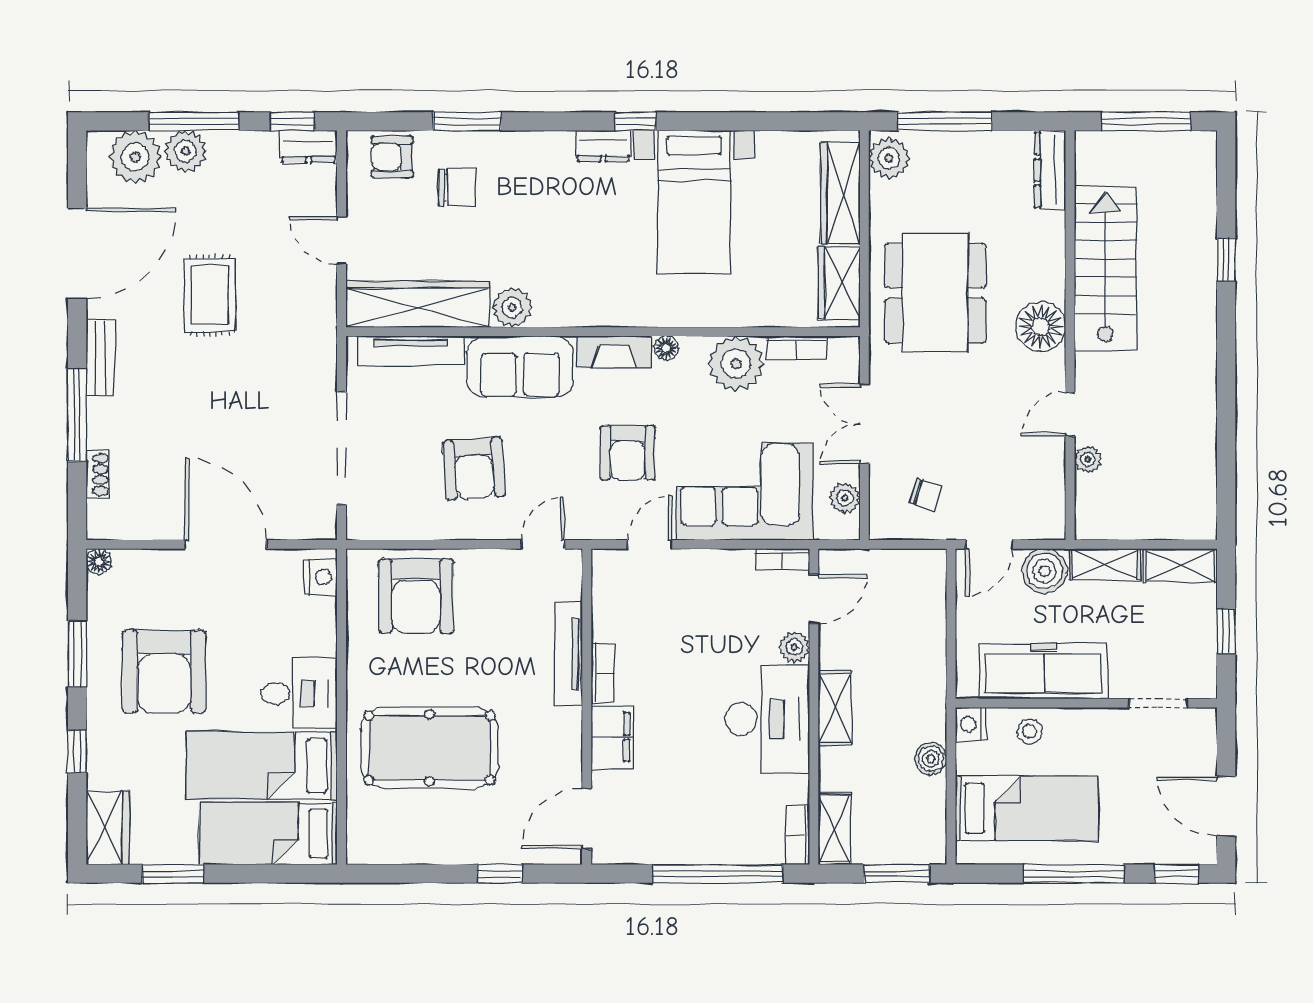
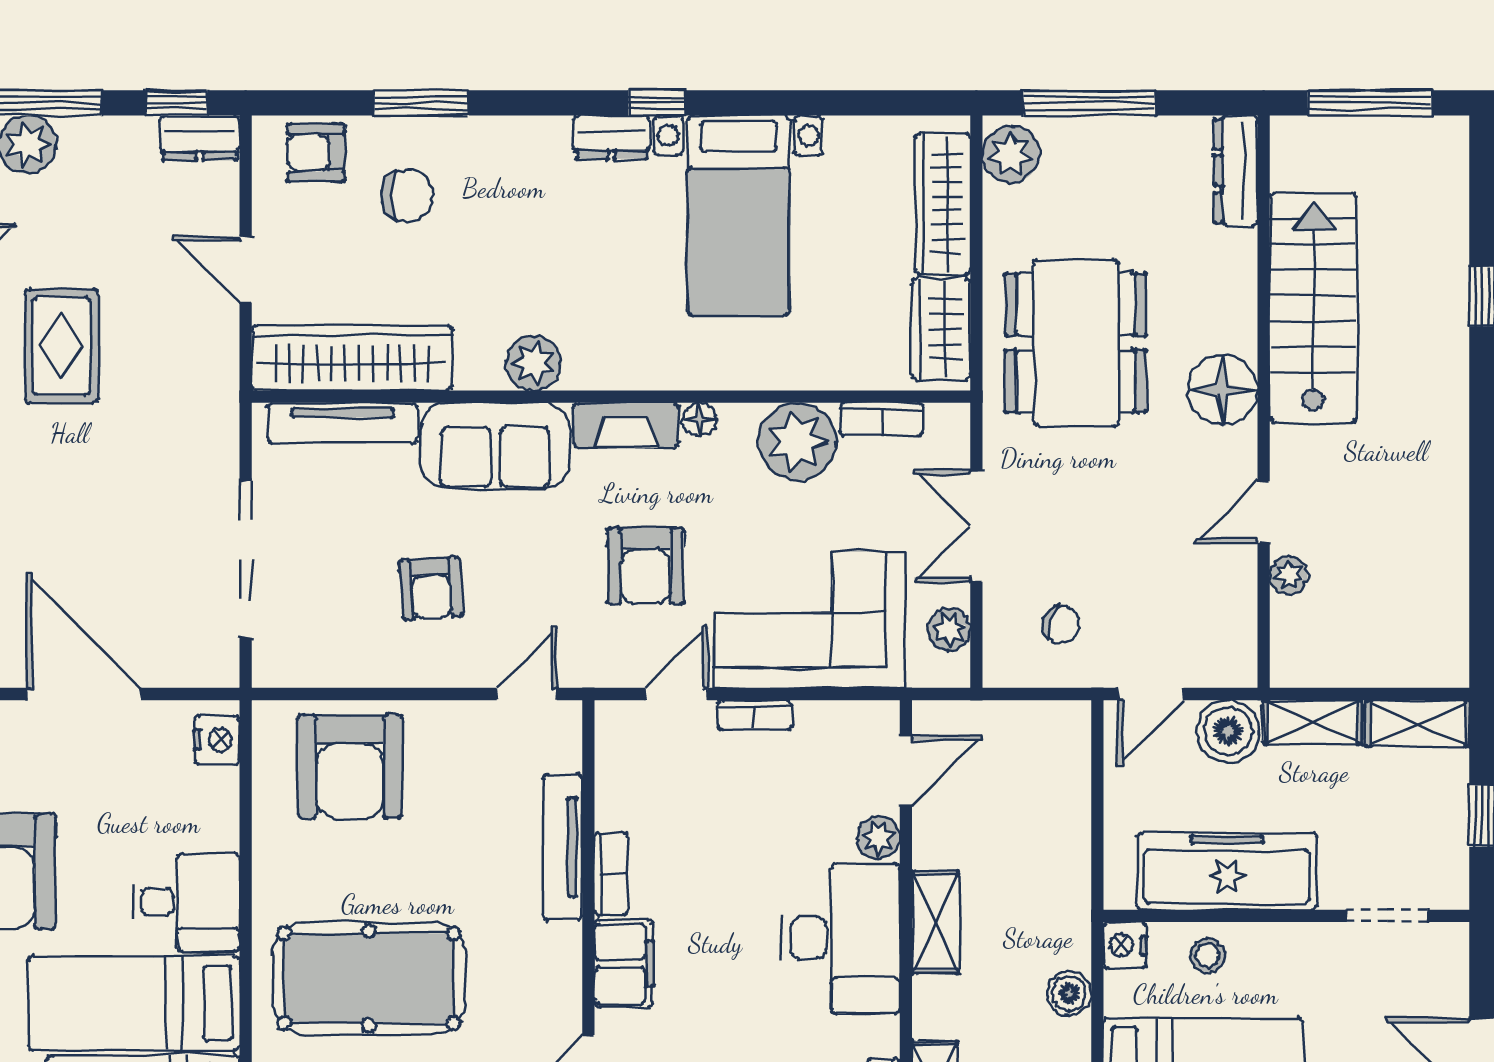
plant: (512, 308) -> (534, 363), moved
armchair: (474, 469) -> (431, 588), width x0.72, depth x0.72
bookcase: (783, 559) -> (755, 715), moved

